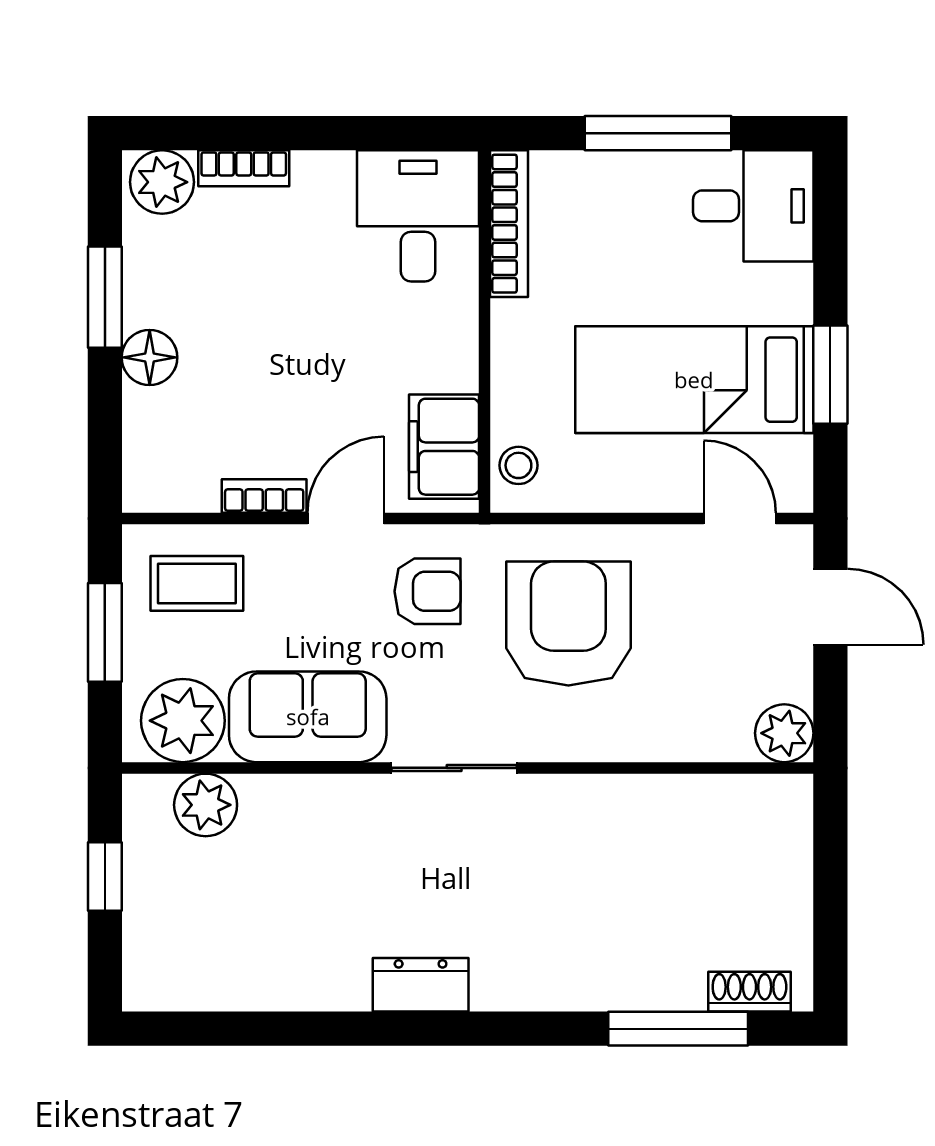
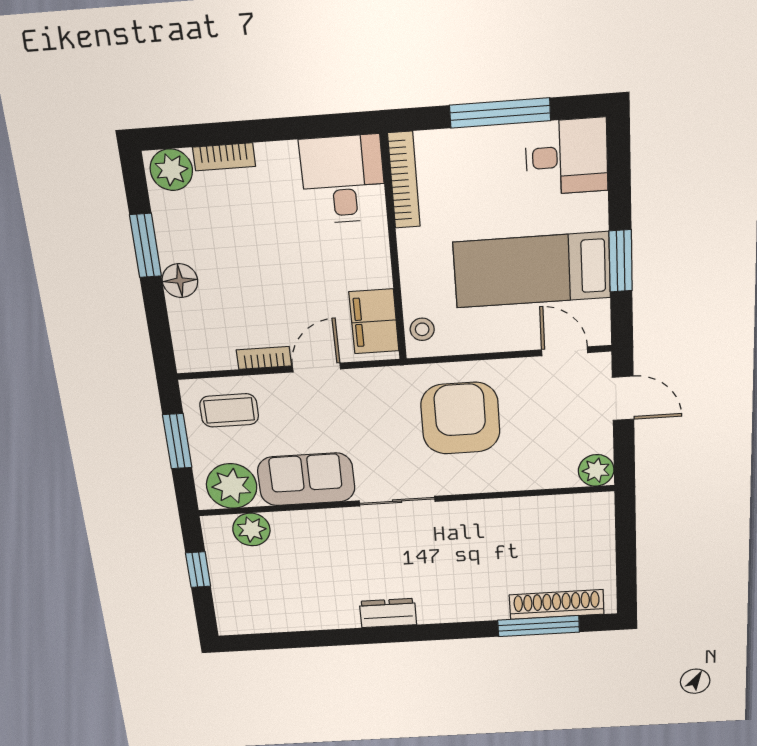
armchair: (428, 591) -> (372, 406), removed
shoe rack: (749, 992) -> (557, 604), width x1.94, depth x1.24

